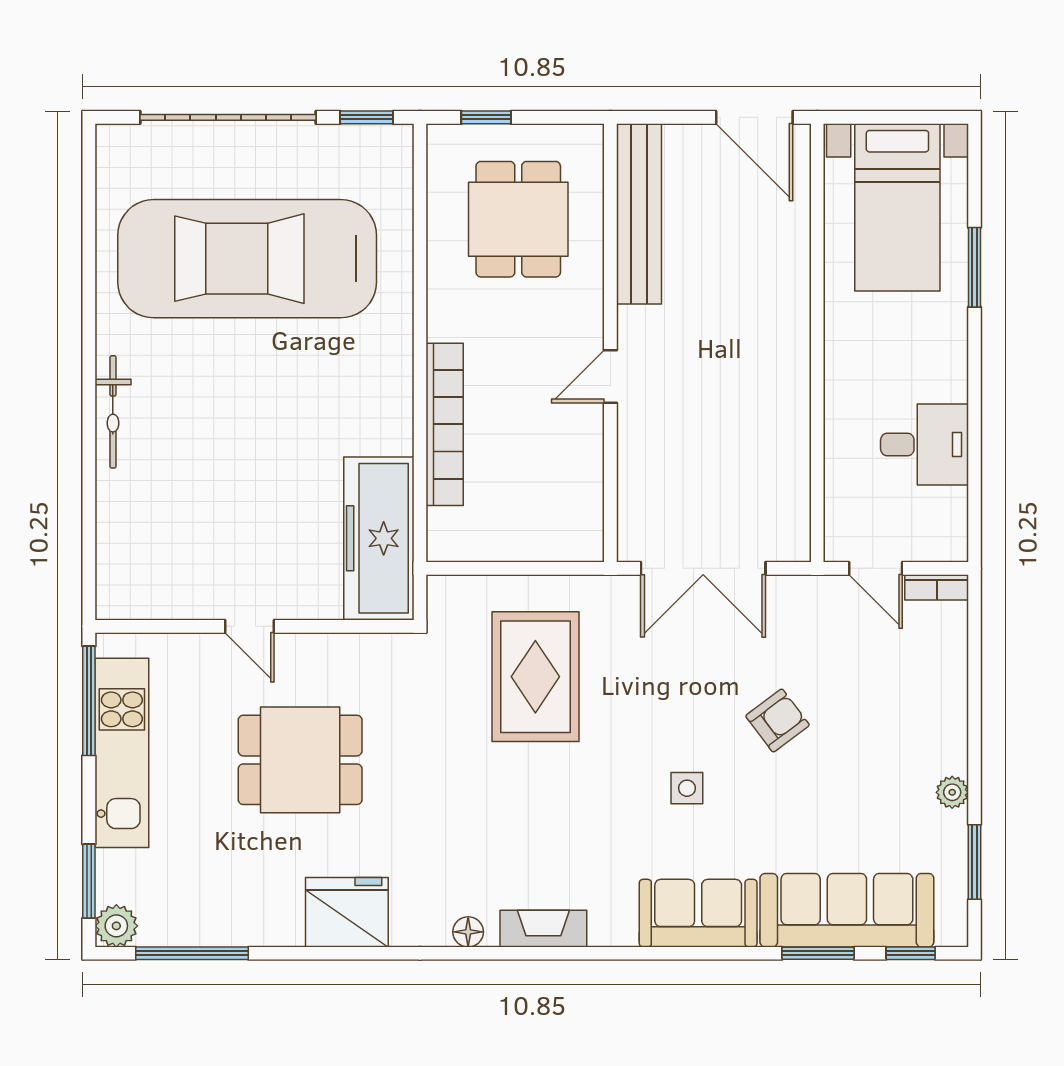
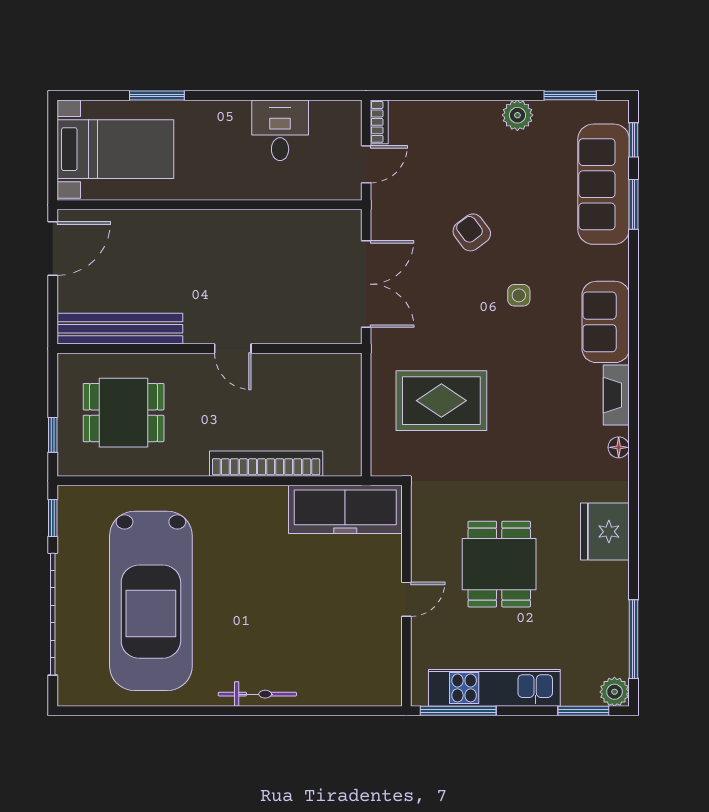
plant: (952, 792) -> (517, 115), width x1.38, depth x1.38
sofa: (698, 913) -> (606, 322), moved

